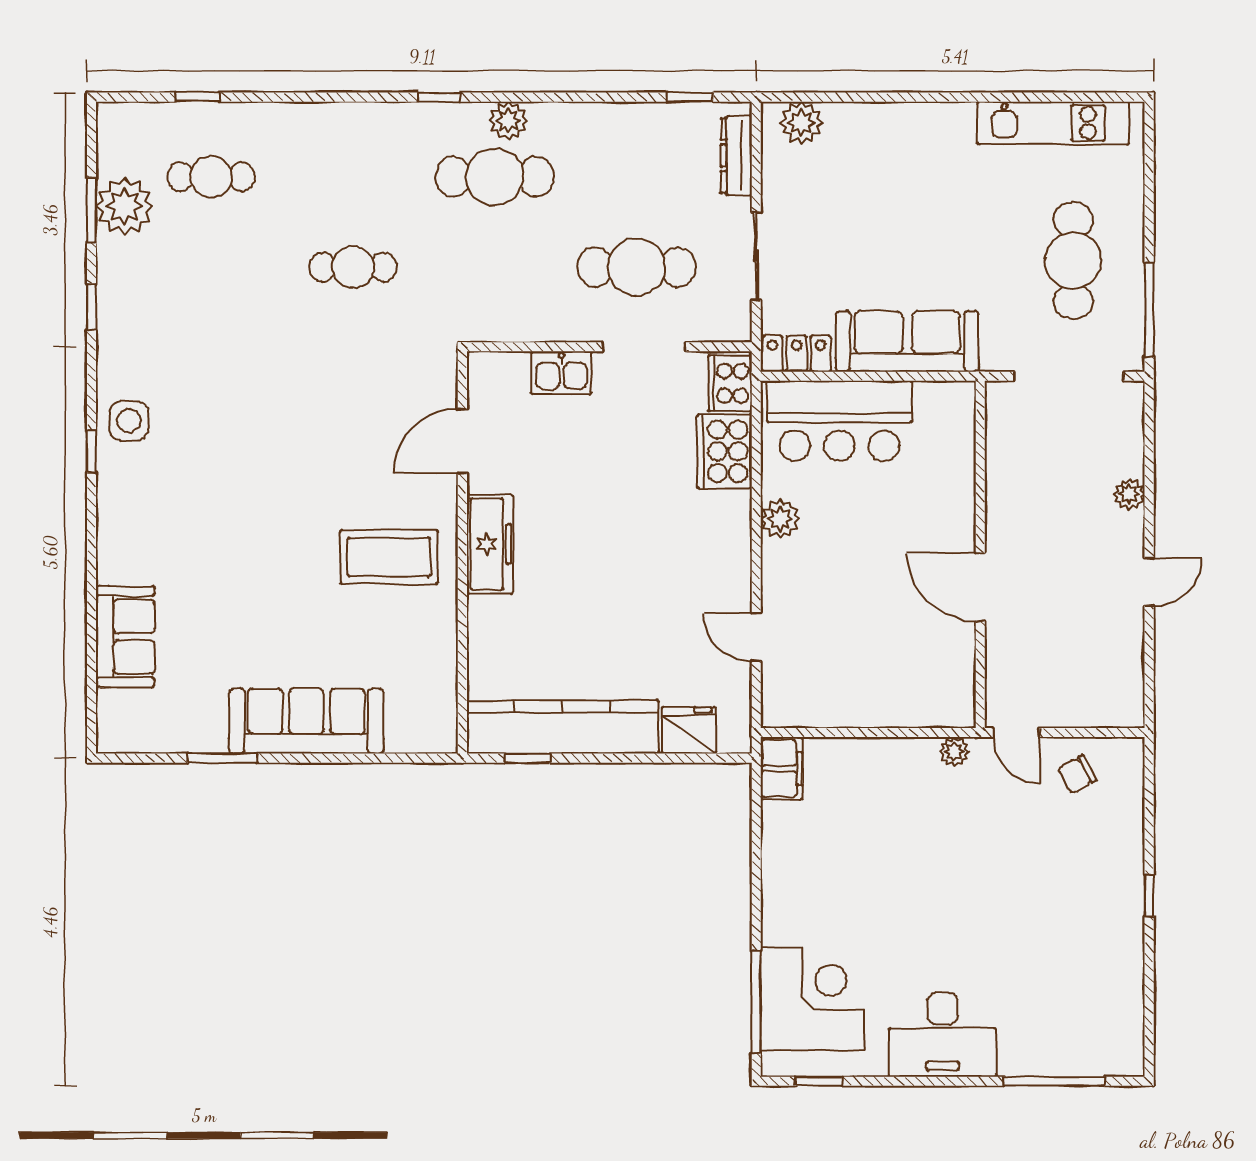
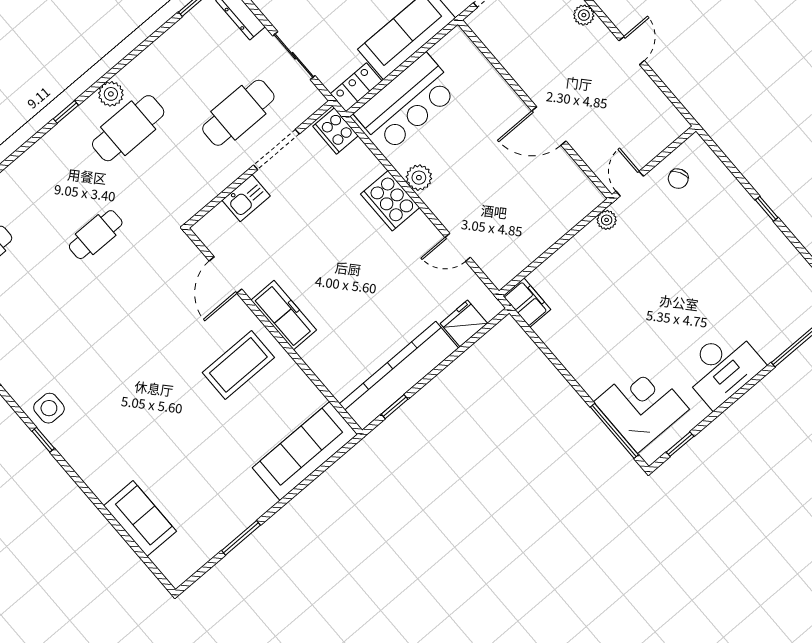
cooker: (724, 451) -> (390, 201), moved
sofa: (306, 721) -> (305, 451), moved
door: (1016, 732) -> (630, 184), swing flipped

